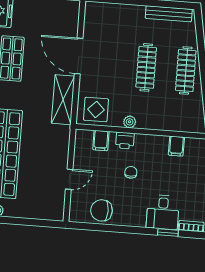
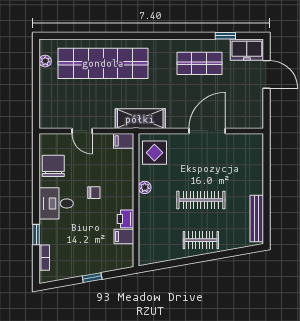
clothes rail: (186, 70) -> (201, 240), width x0.73
shelving: (63, 100) -> (140, 119), moved
filing cabinet: (101, 141) -> (124, 141), moved
printer: (125, 141) -> (126, 219), moved
desk: (163, 212) -> (56, 203), moved

